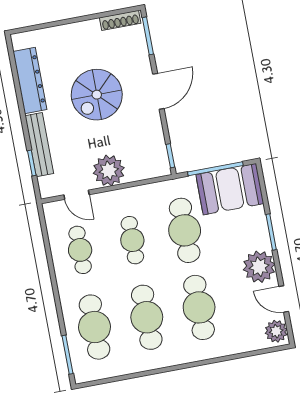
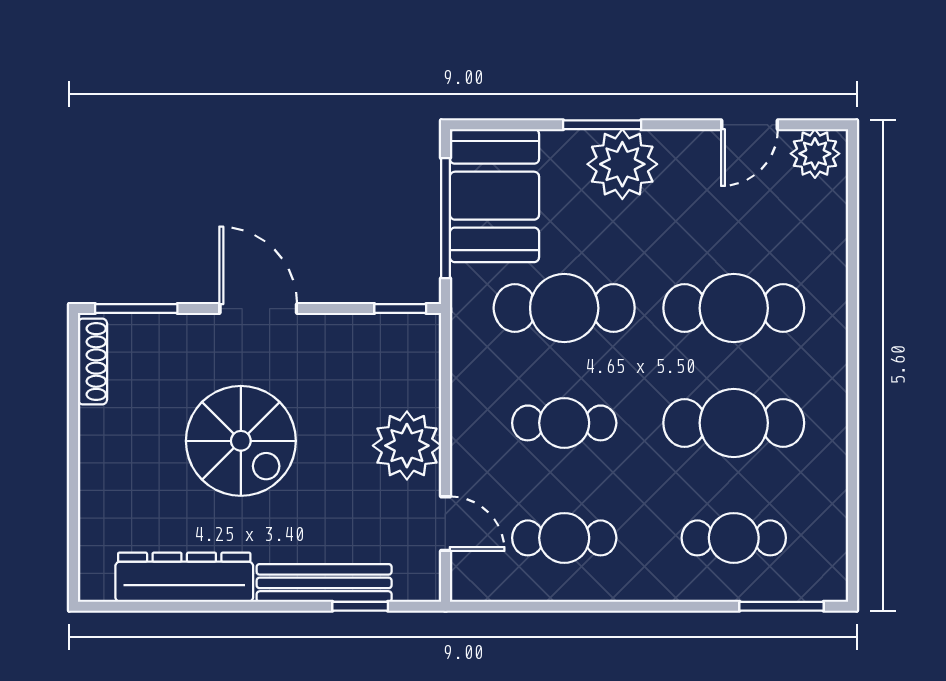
door: (76, 195) -> (445, 524), hinge flipped
plant: (259, 267) -> (622, 164), moved
cafe table: (95, 327) -> (734, 538), width x0.73, depth x0.74

